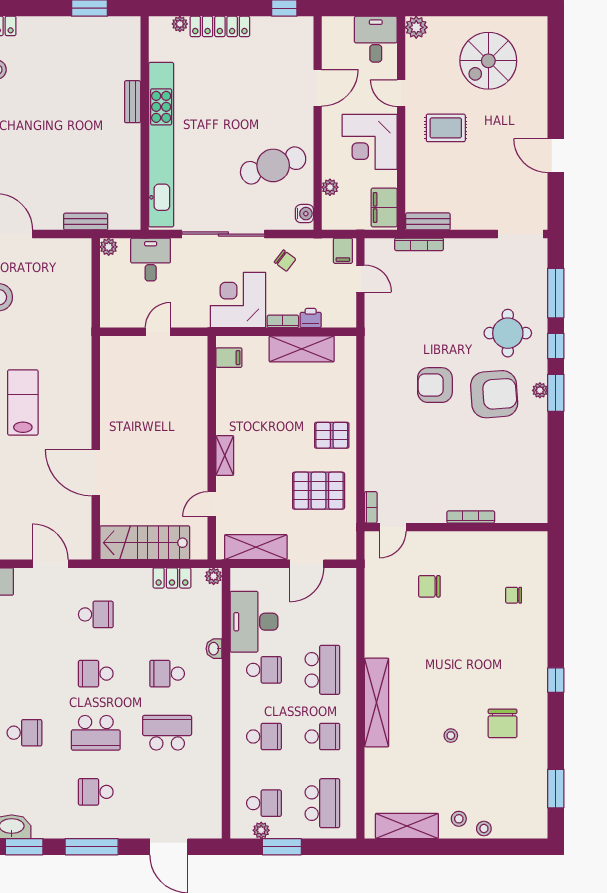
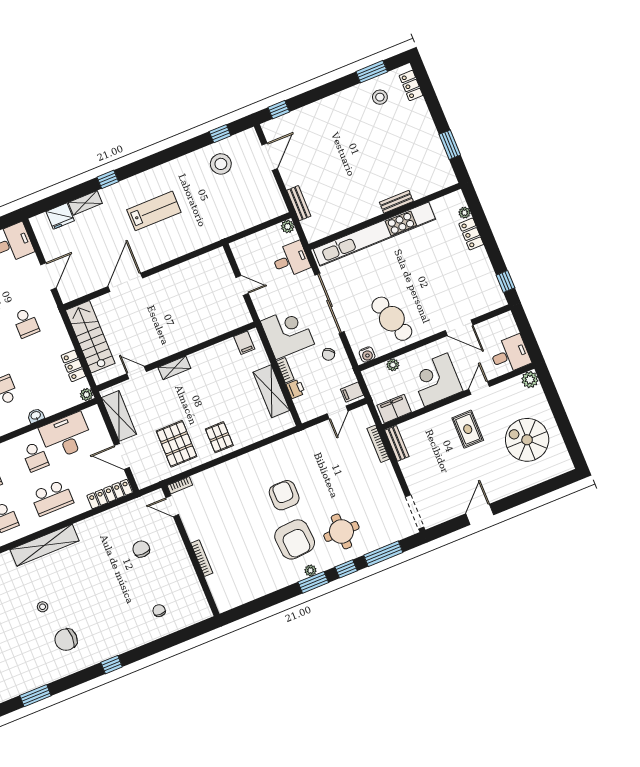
locker: (220, 26) -> (471, 234), width x0.66
locker: (347, 597) -> (110, 494), added

